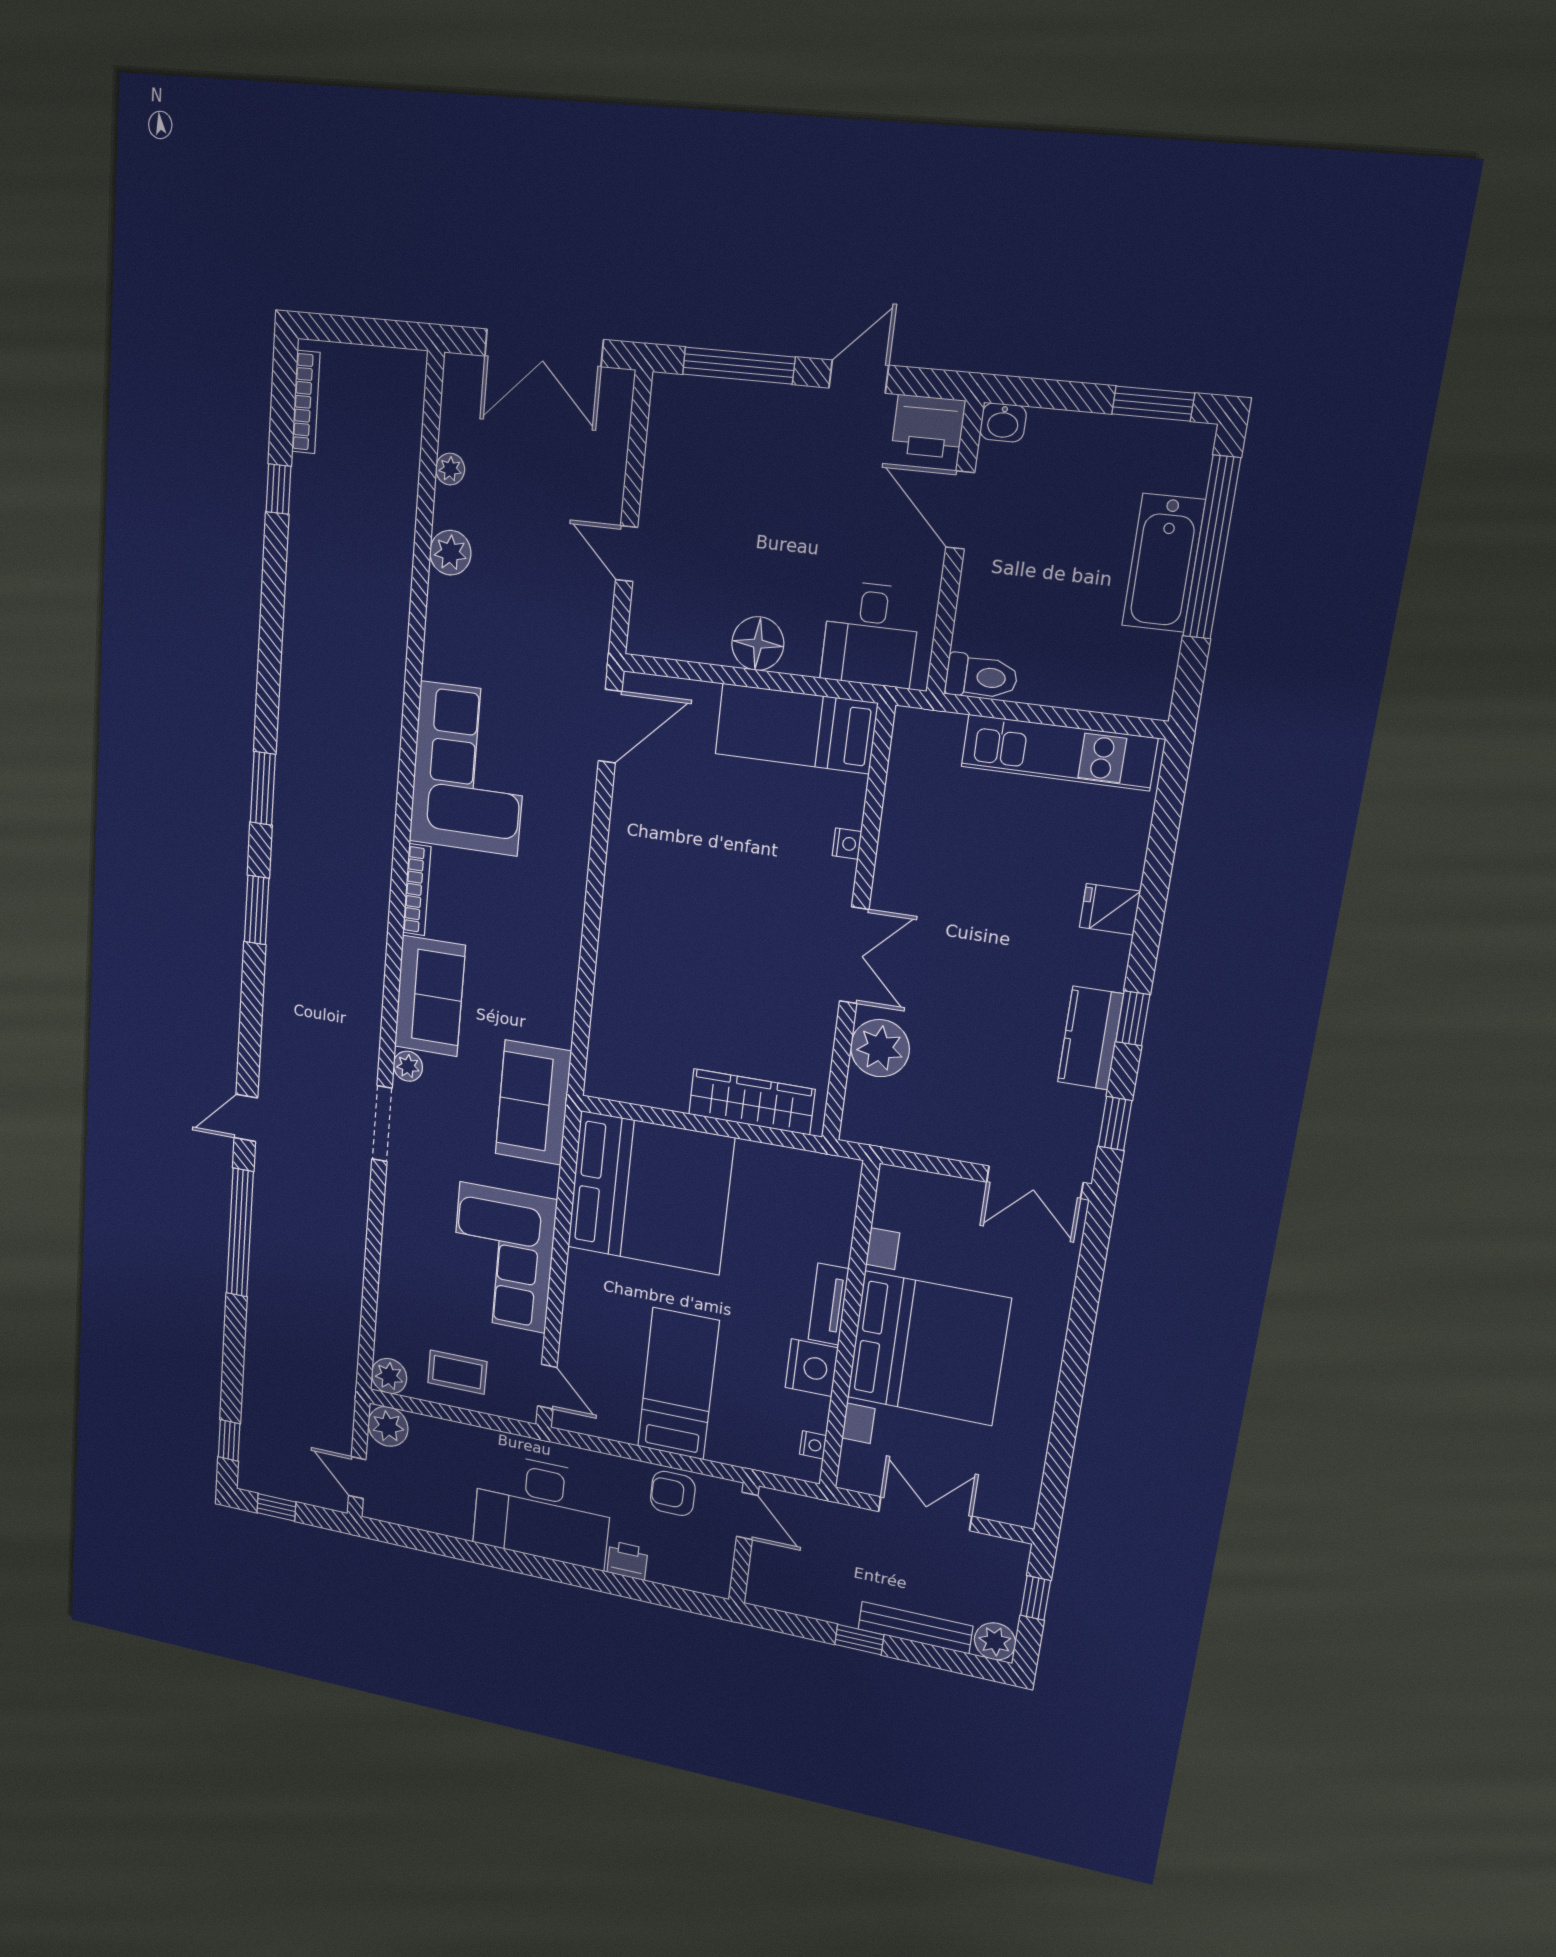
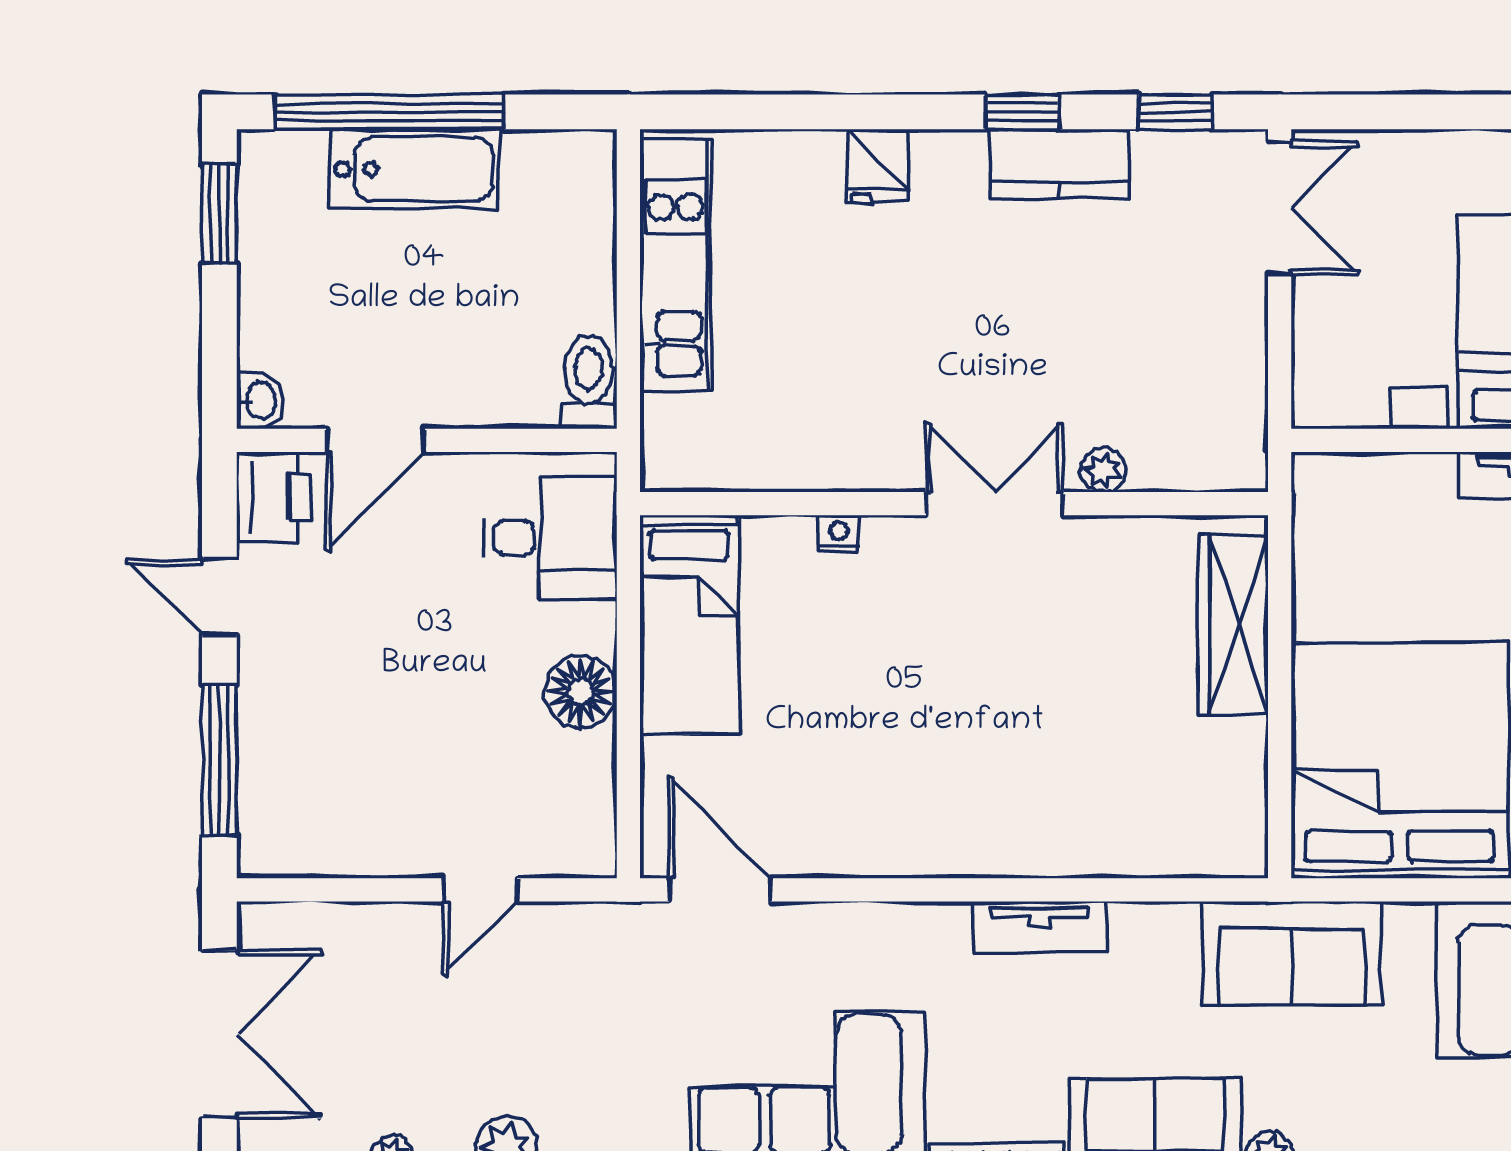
tv unit: (565, 941) -> (1040, 927), added
plant: (880, 1048) -> (1103, 470), width x0.53, depth x0.53

